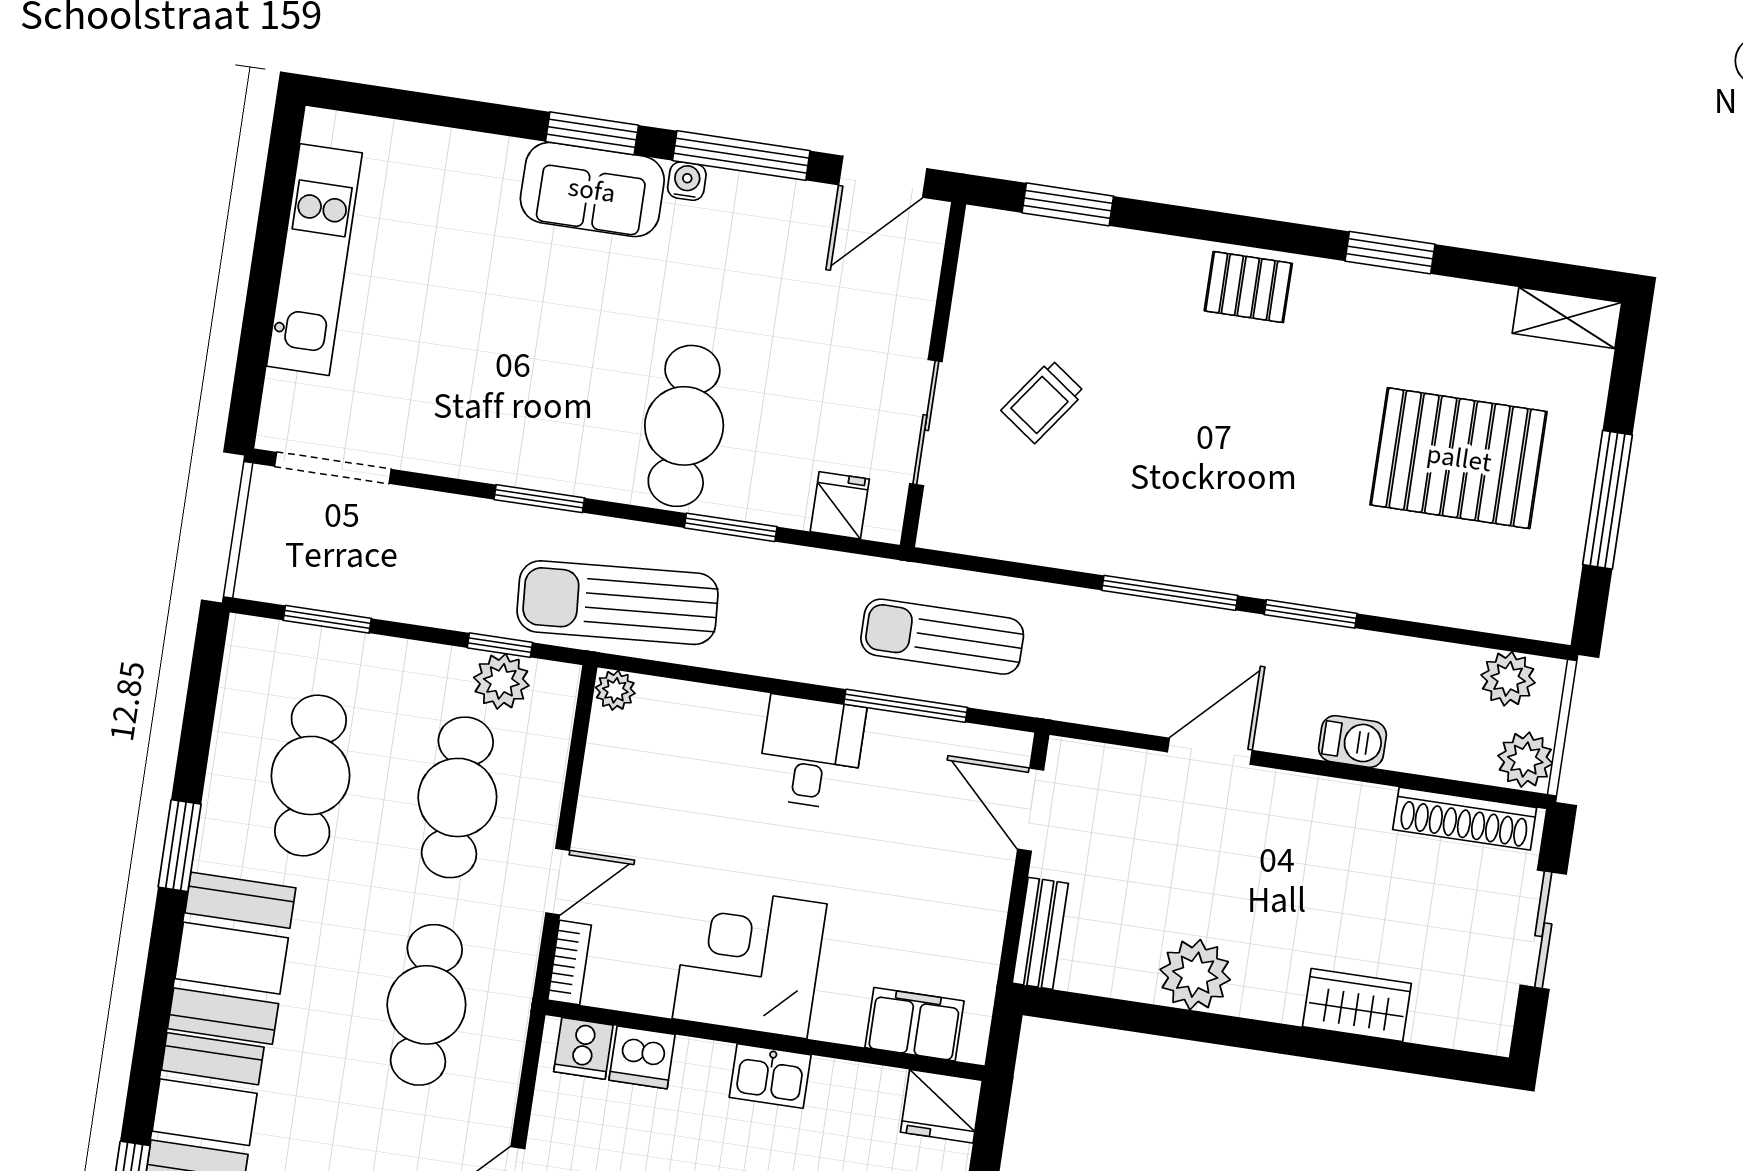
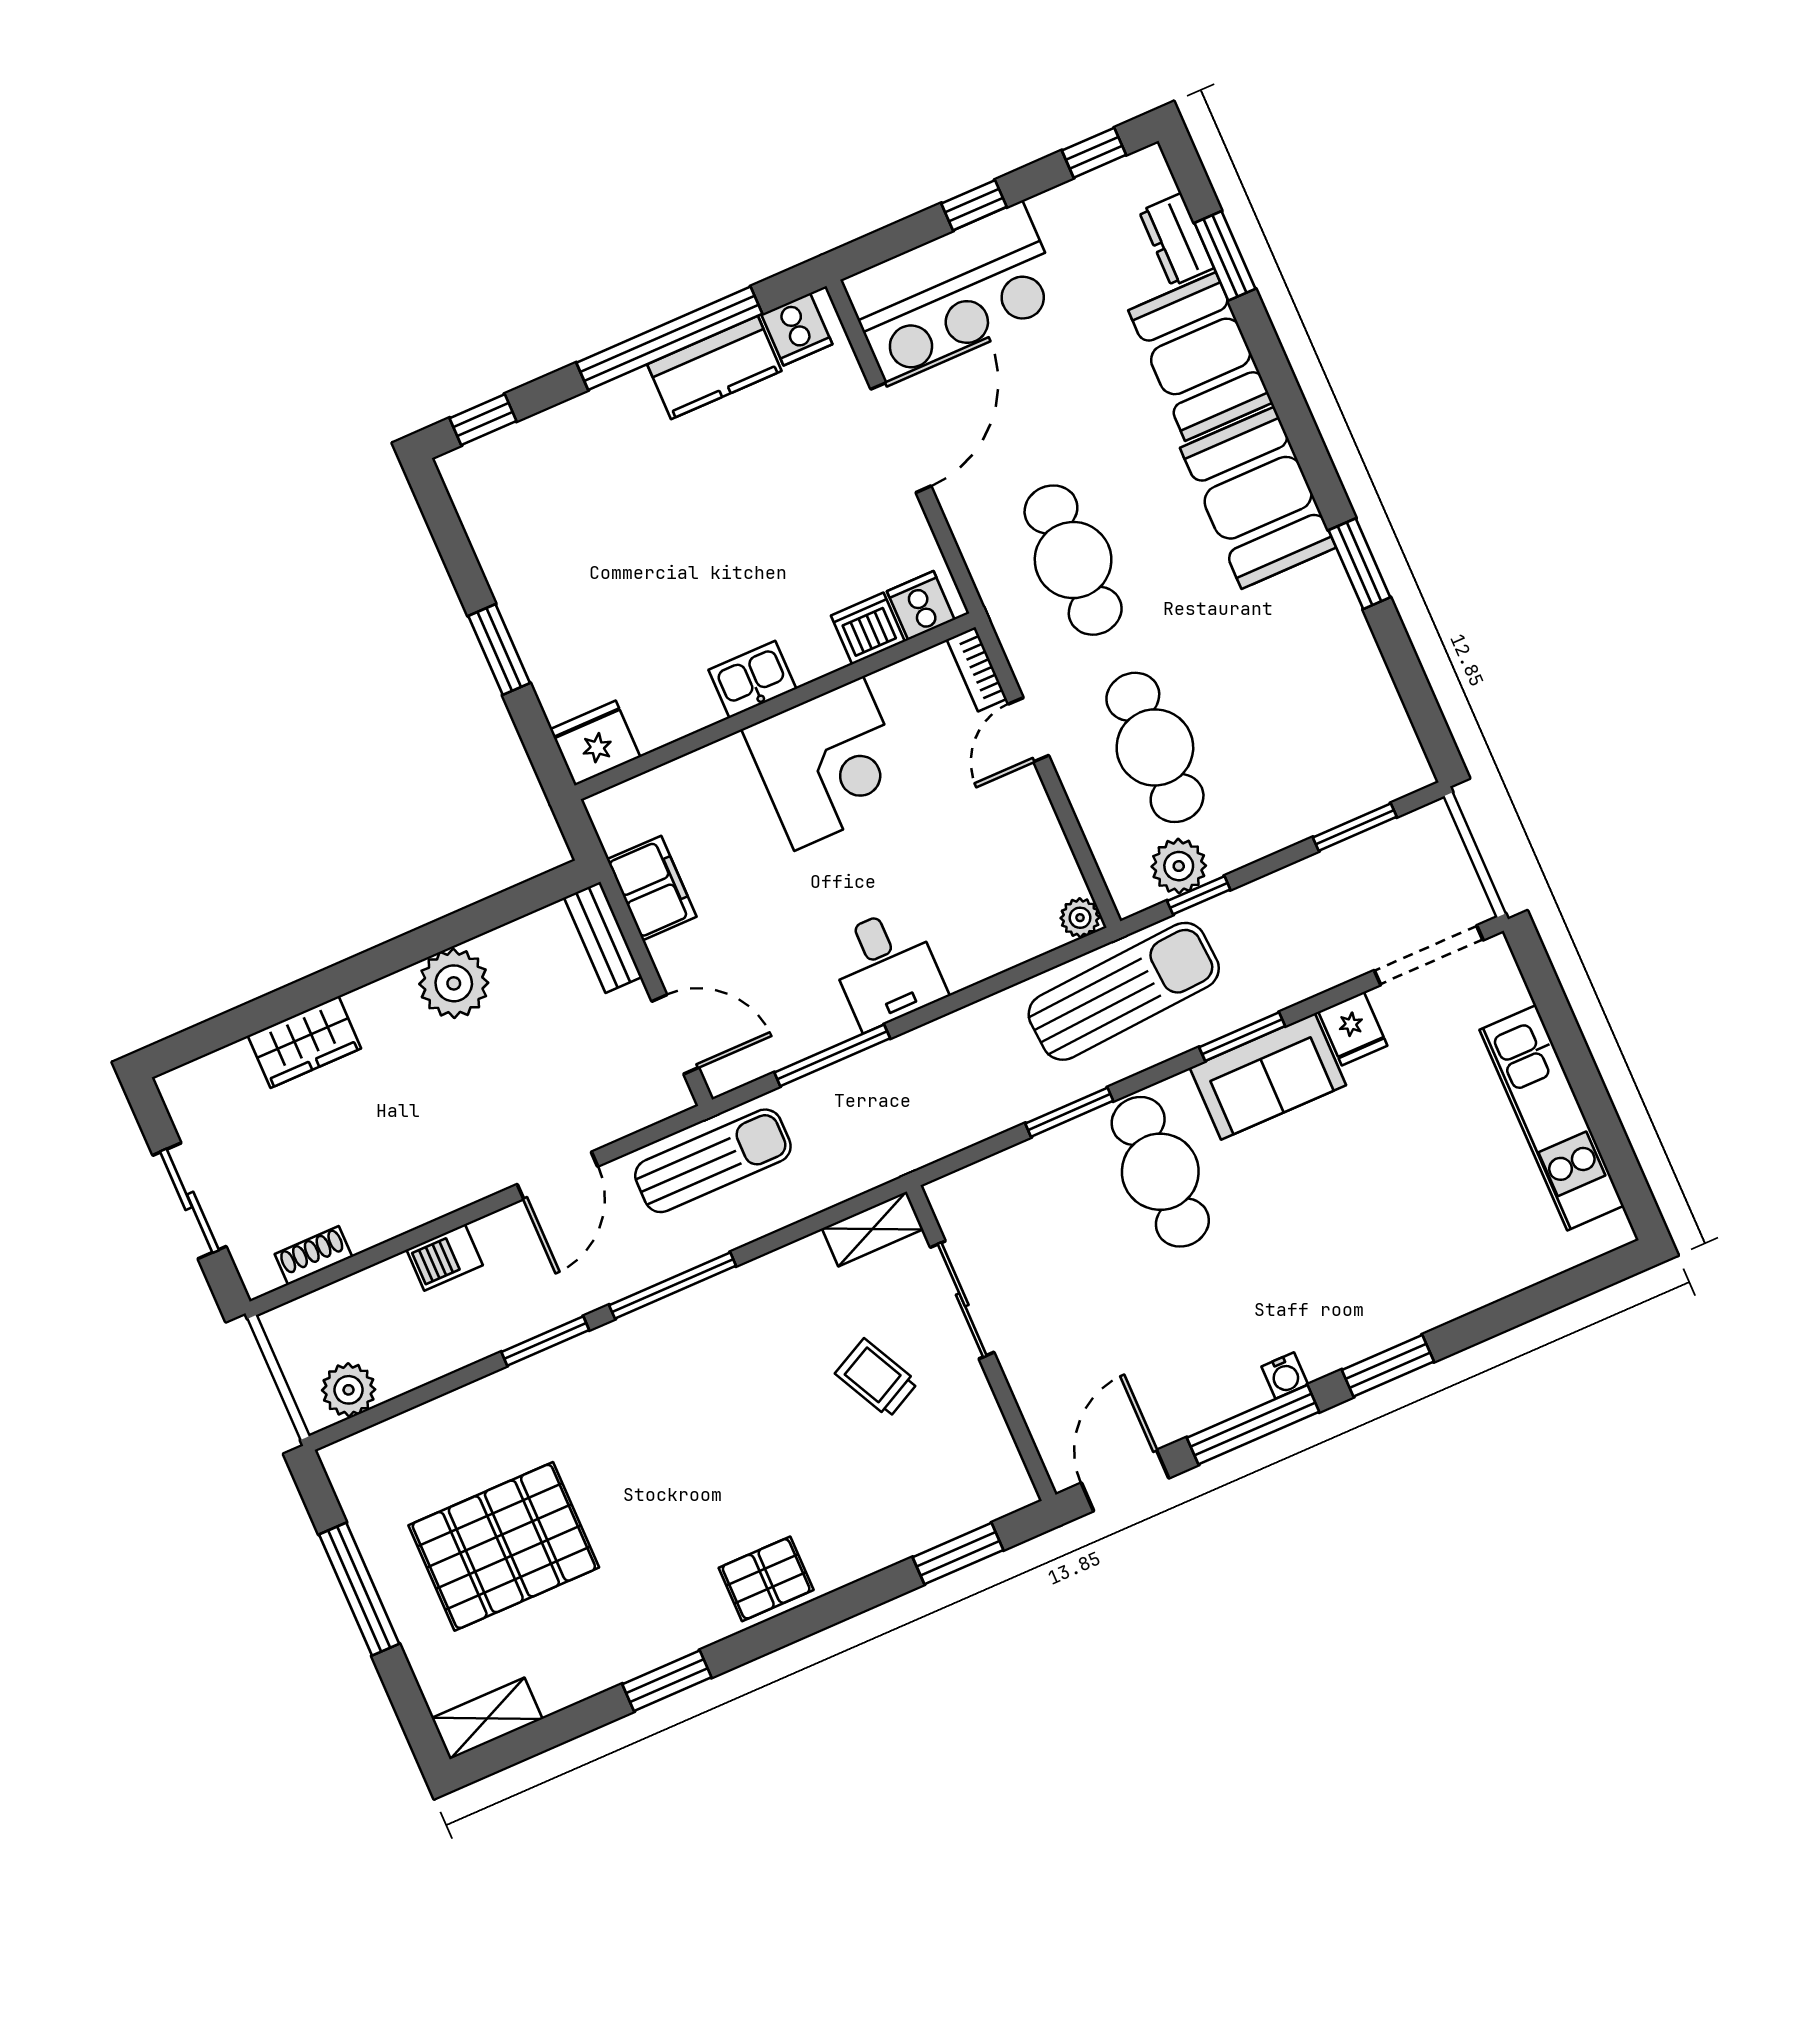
sofa: (592, 190) -> (1268, 1076), moved, turned 180
trolley: (1043, 401) -> (876, 1378), turned -63
fridge: (840, 505) -> (1353, 1029), moved
shelving: (965, 533) -> (873, 1229), added
sun lounger: (942, 637) -> (713, 1161), moved
plant: (1525, 760) -> (292, 1332), removed
cafe table: (310, 775) -> (1288, 689), removed
shoe rack: (1465, 819) -> (314, 1255), width x0.51, depth x0.81
filing cabinet: (914, 1024) -> (652, 888), moved, turned -90

